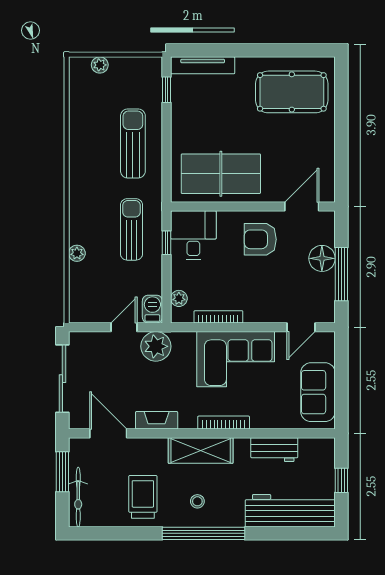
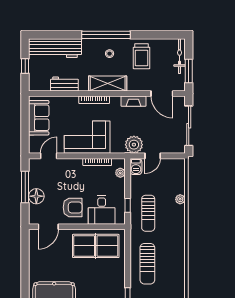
desk: (193, 235) -> (102, 210), moved

